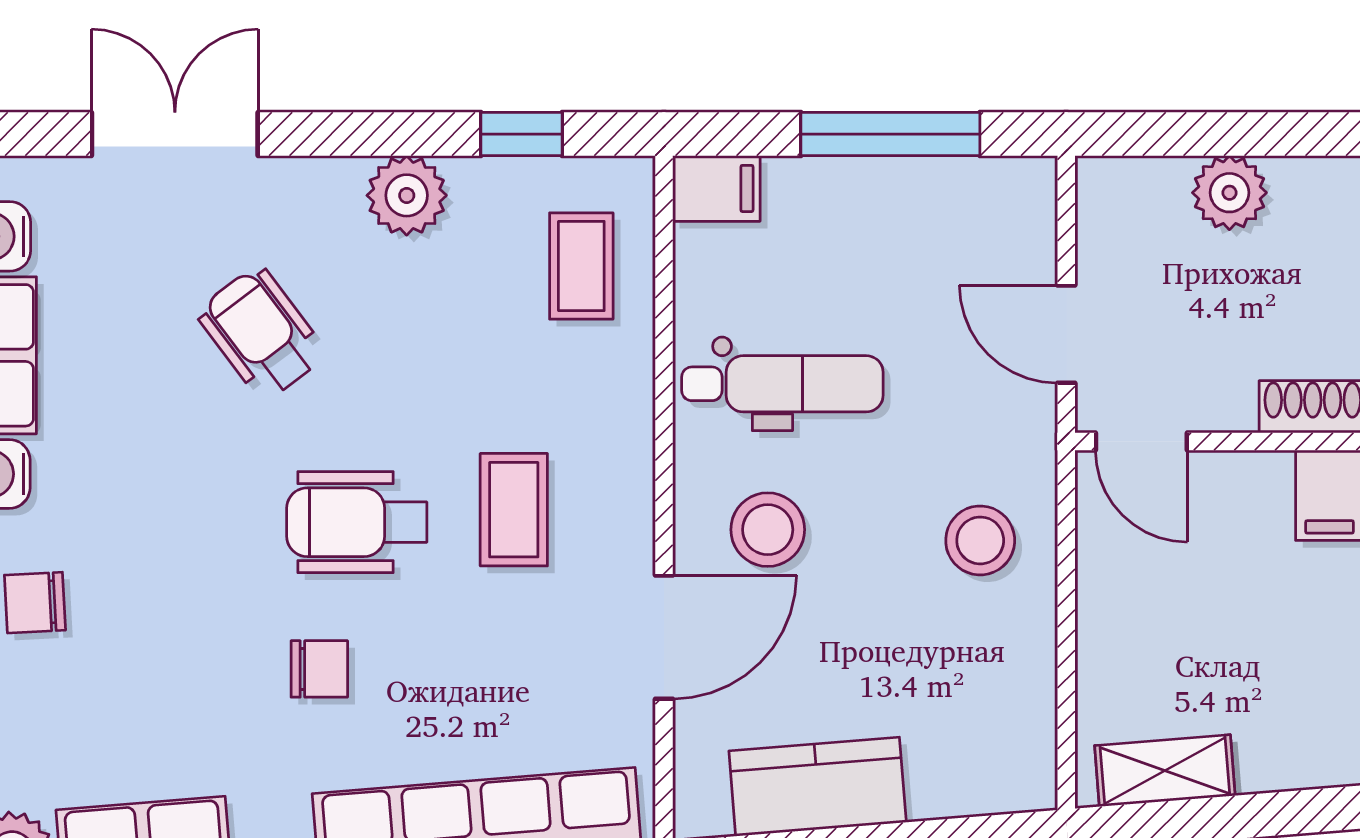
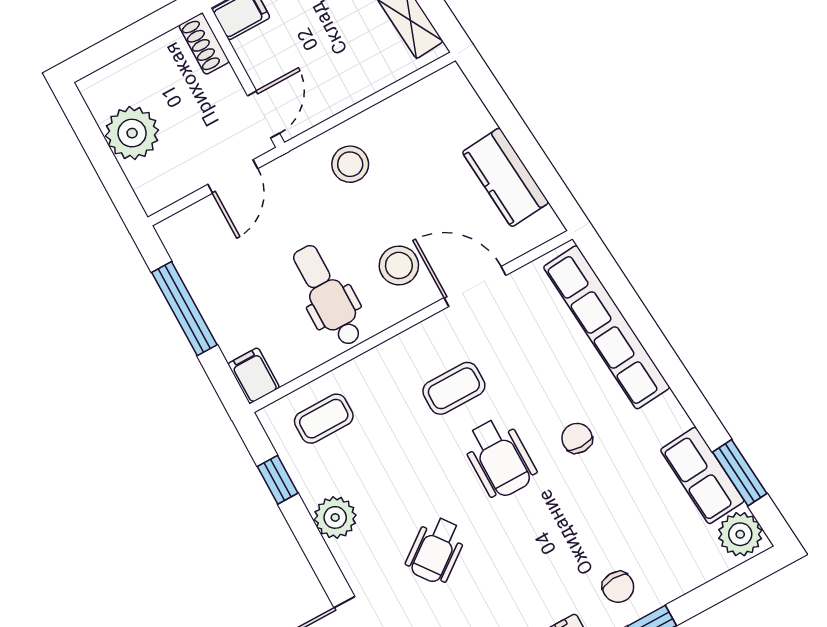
plant: (1229, 193) -> (132, 133), width x1.36, depth x1.36

